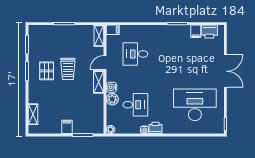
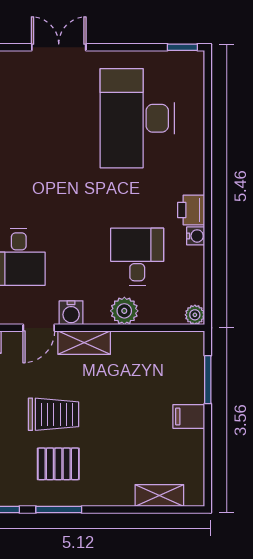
door: (105, 63) -> (39, 328), hinge flipped
double door: (225, 71) -> (59, 47), width x0.73
water cooler: (111, 87) -> (71, 313), moved

